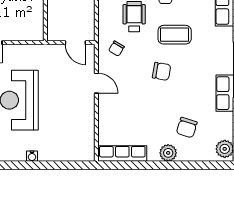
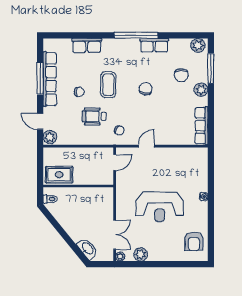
chair: (162, 71) -> (146, 89), moved
chair: (187, 128) -> (181, 75), turned 73
window: (195, 165) -> (211, 68), added

